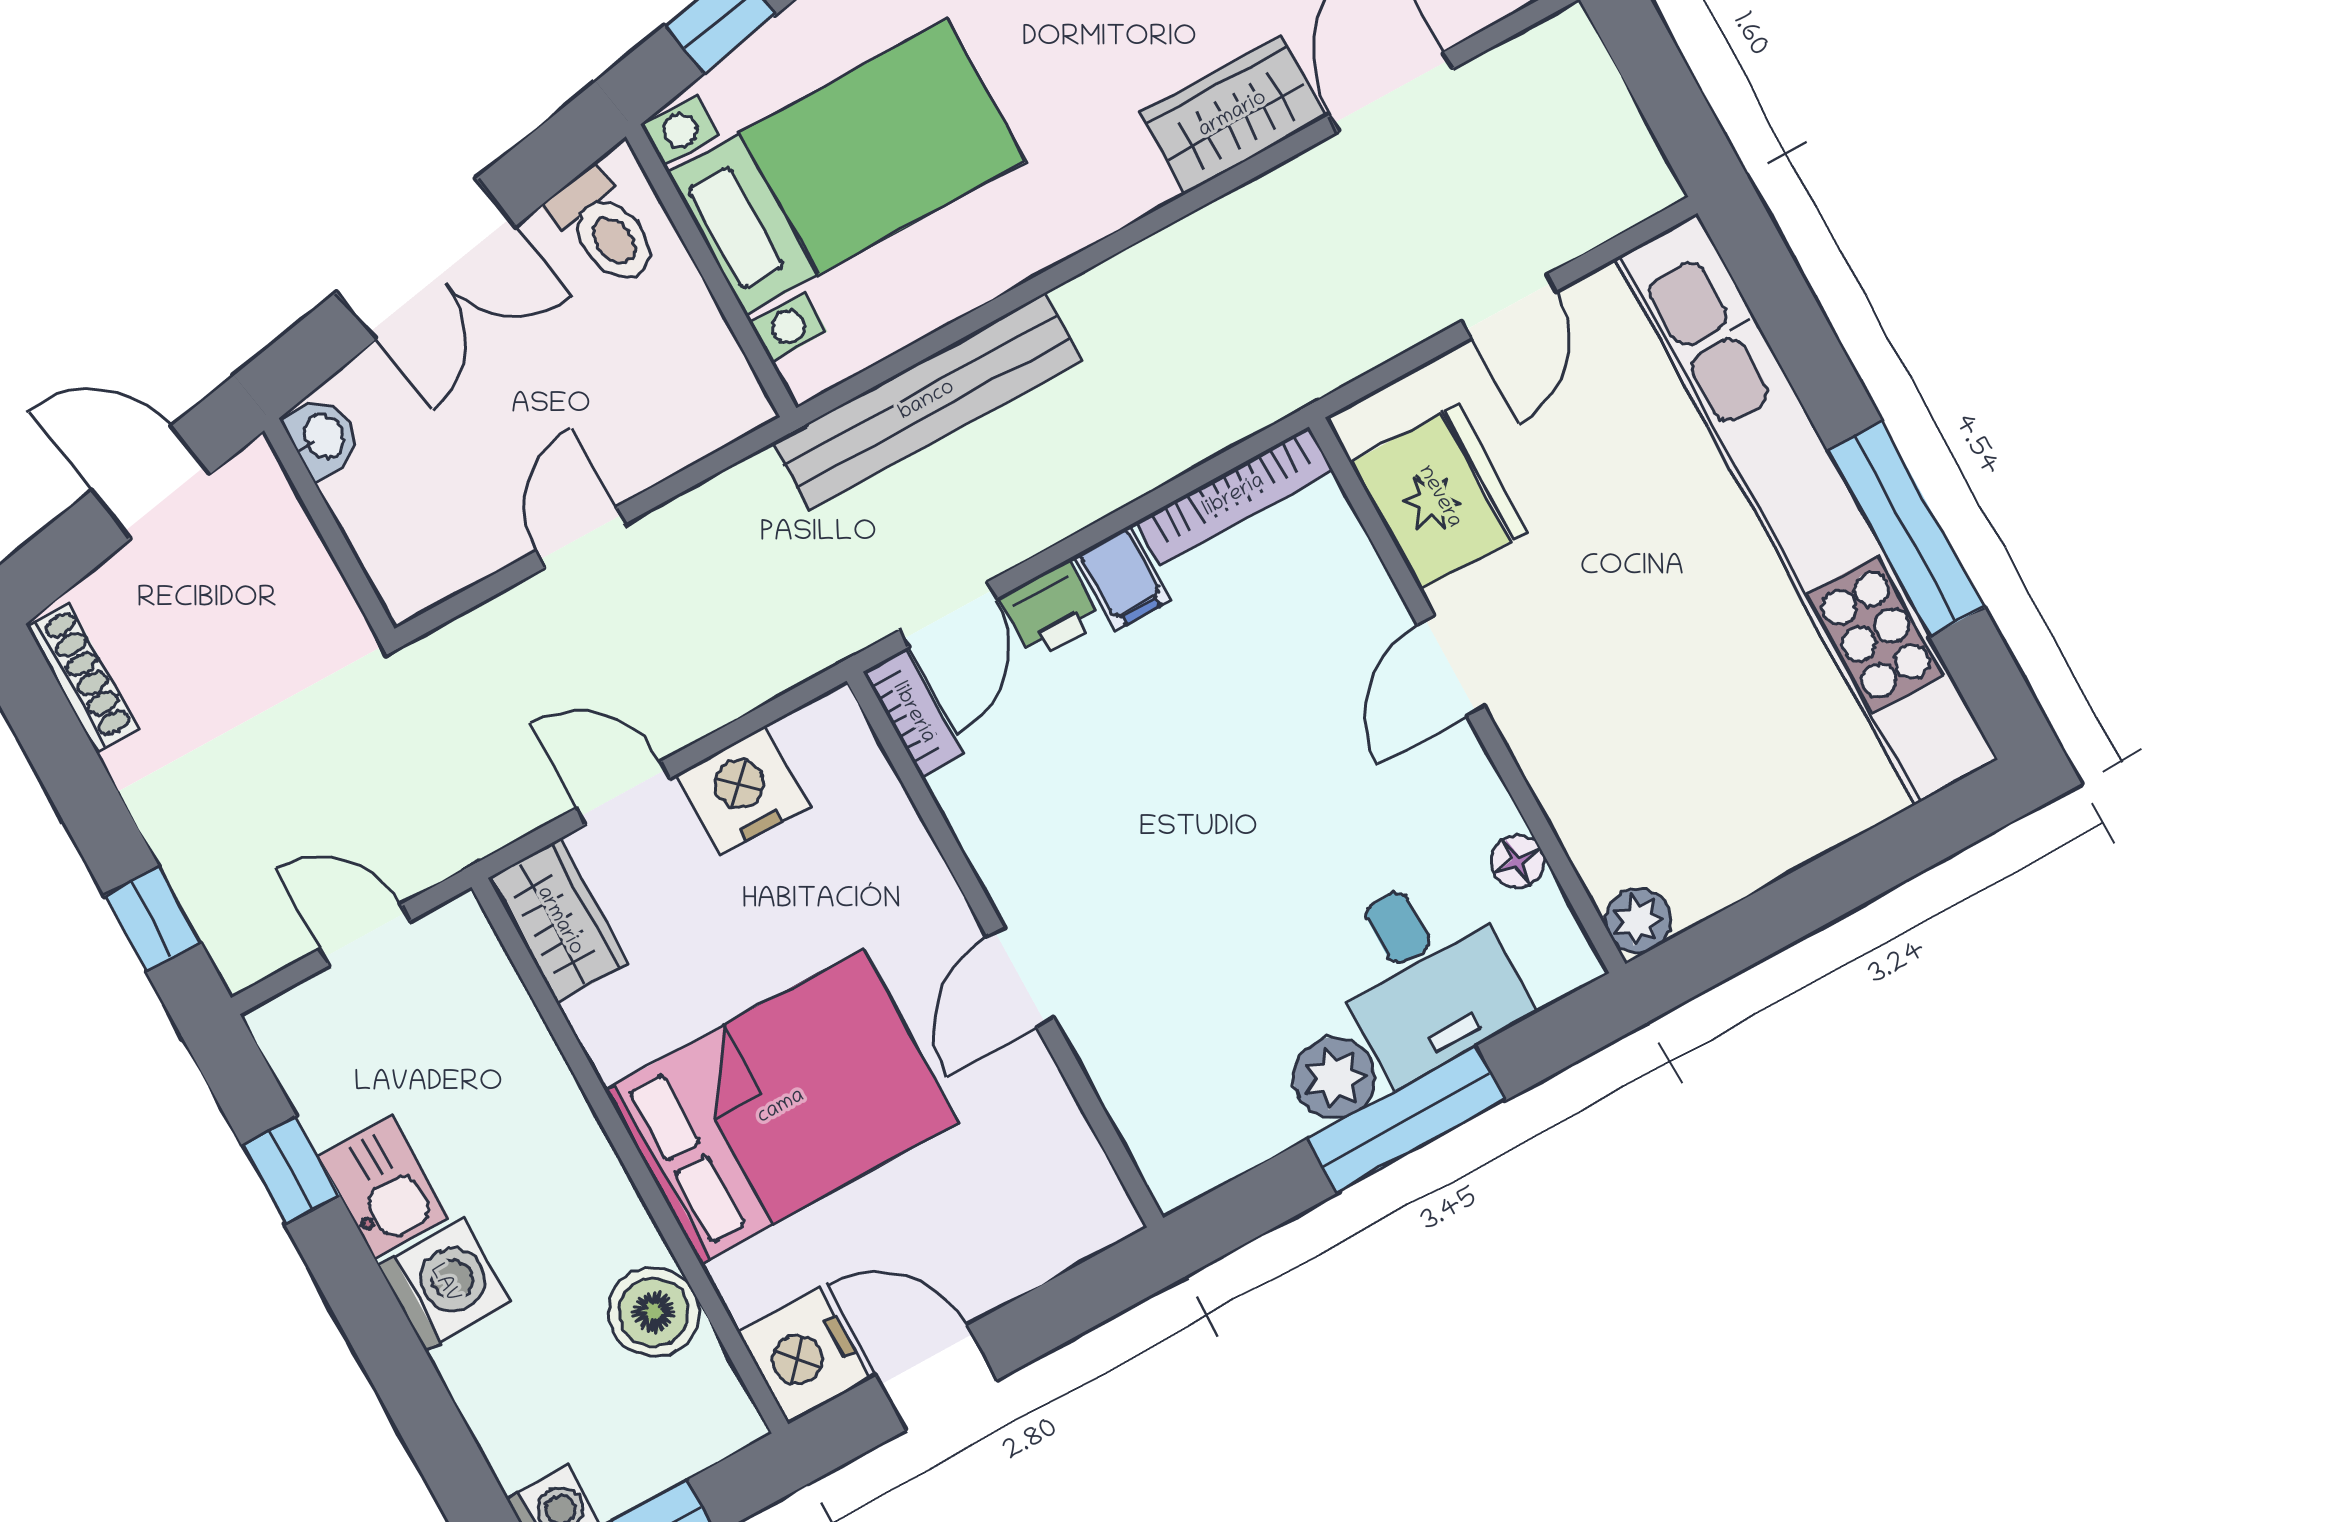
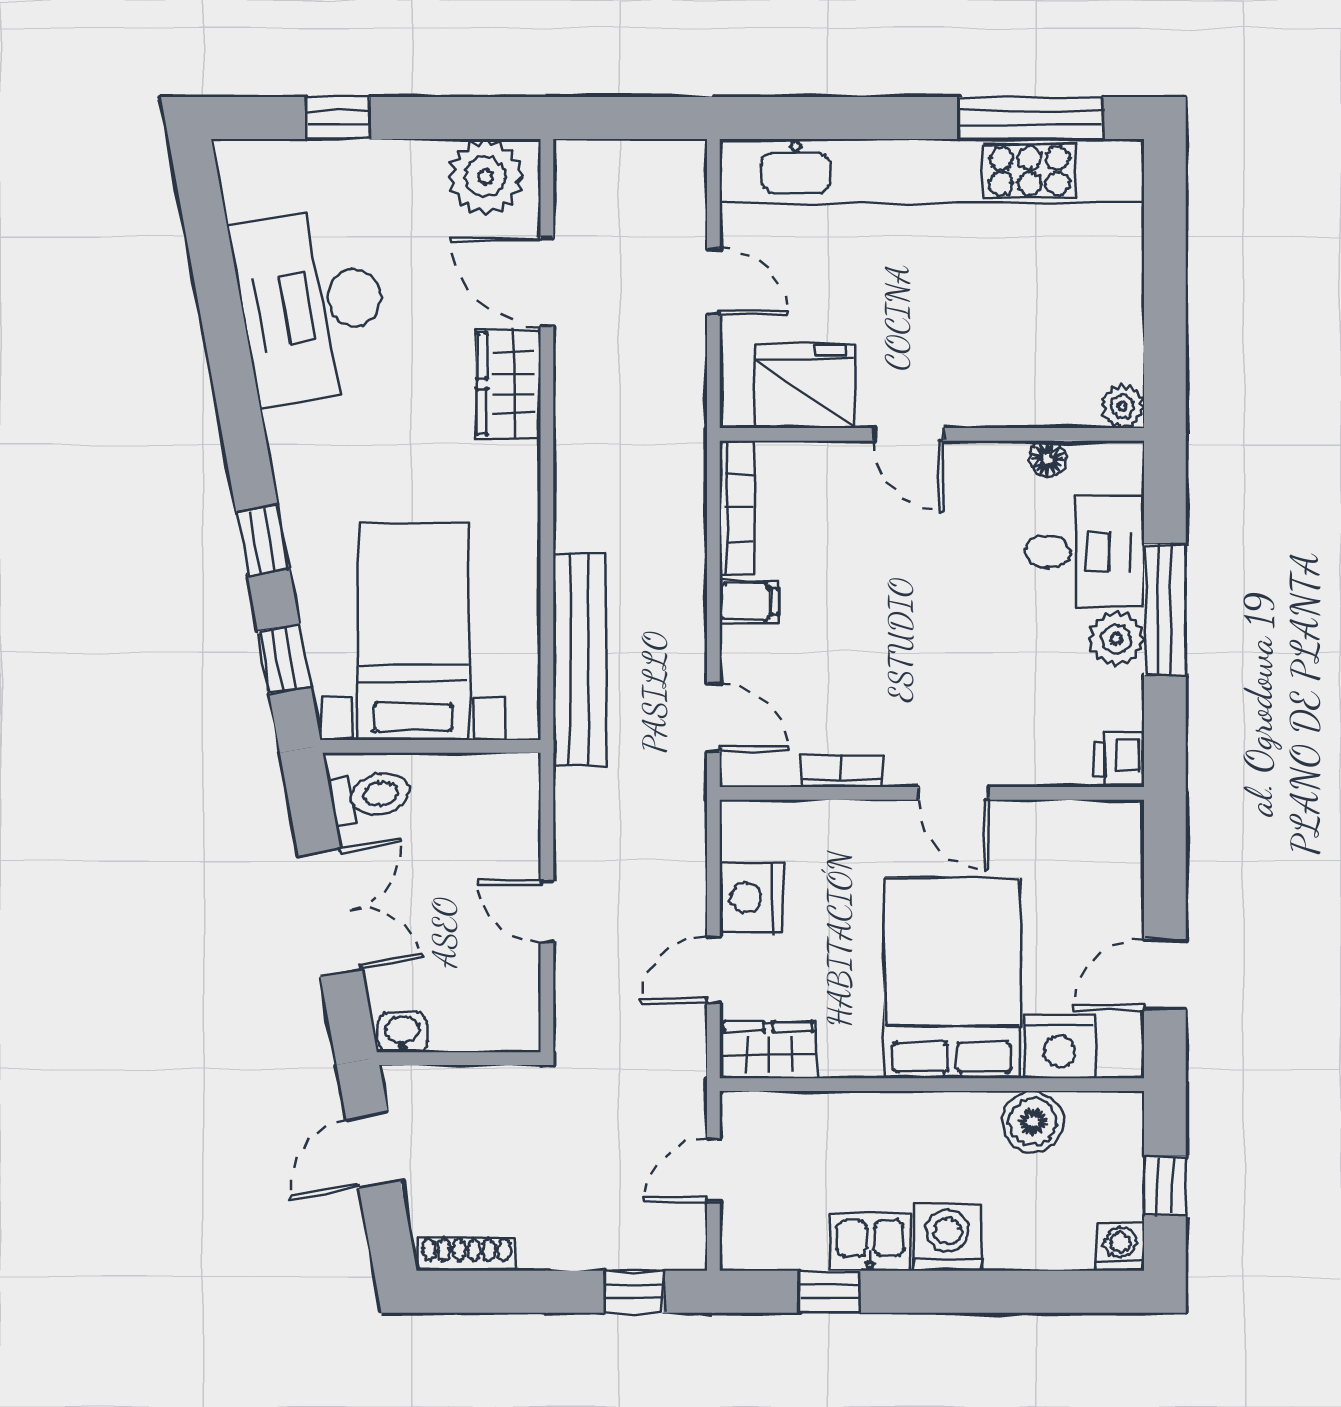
window: (1906, 529) -> (1031, 118), moved
printer: (1051, 610) -> (1119, 760), moved, turned 180
bookcase: (913, 713) -> (842, 771), moved
nightstand: (804, 1356) -> (1060, 1046), moved

